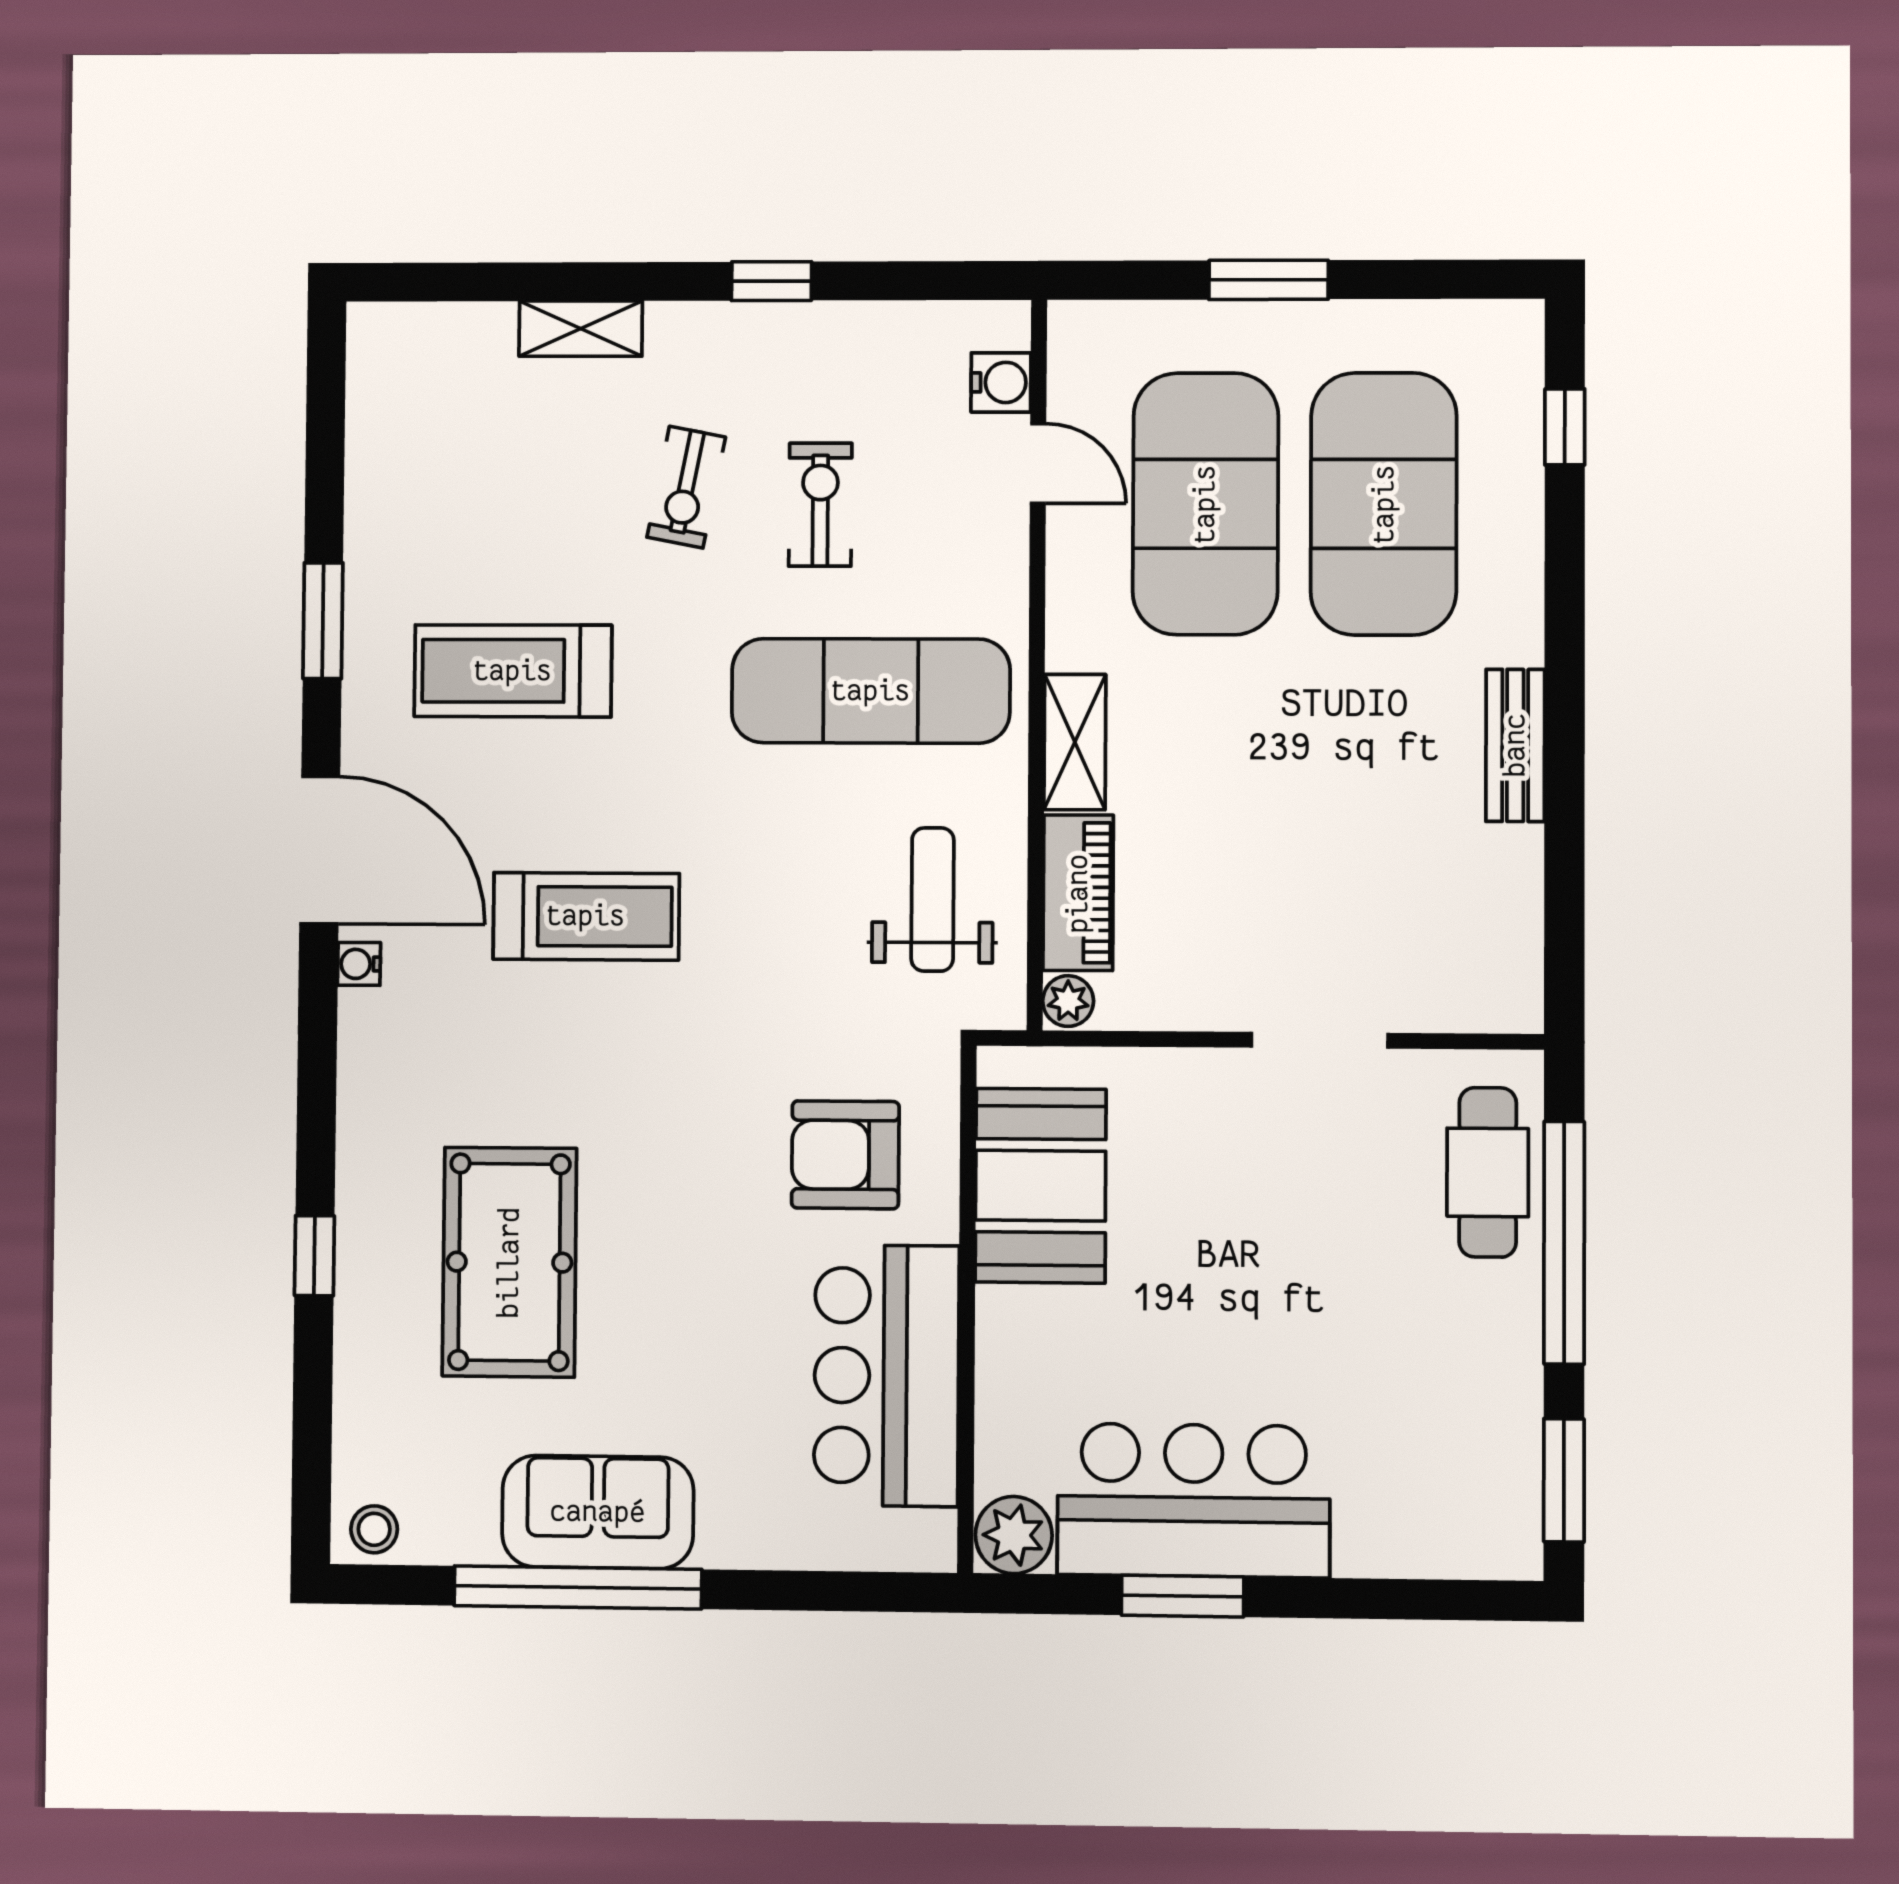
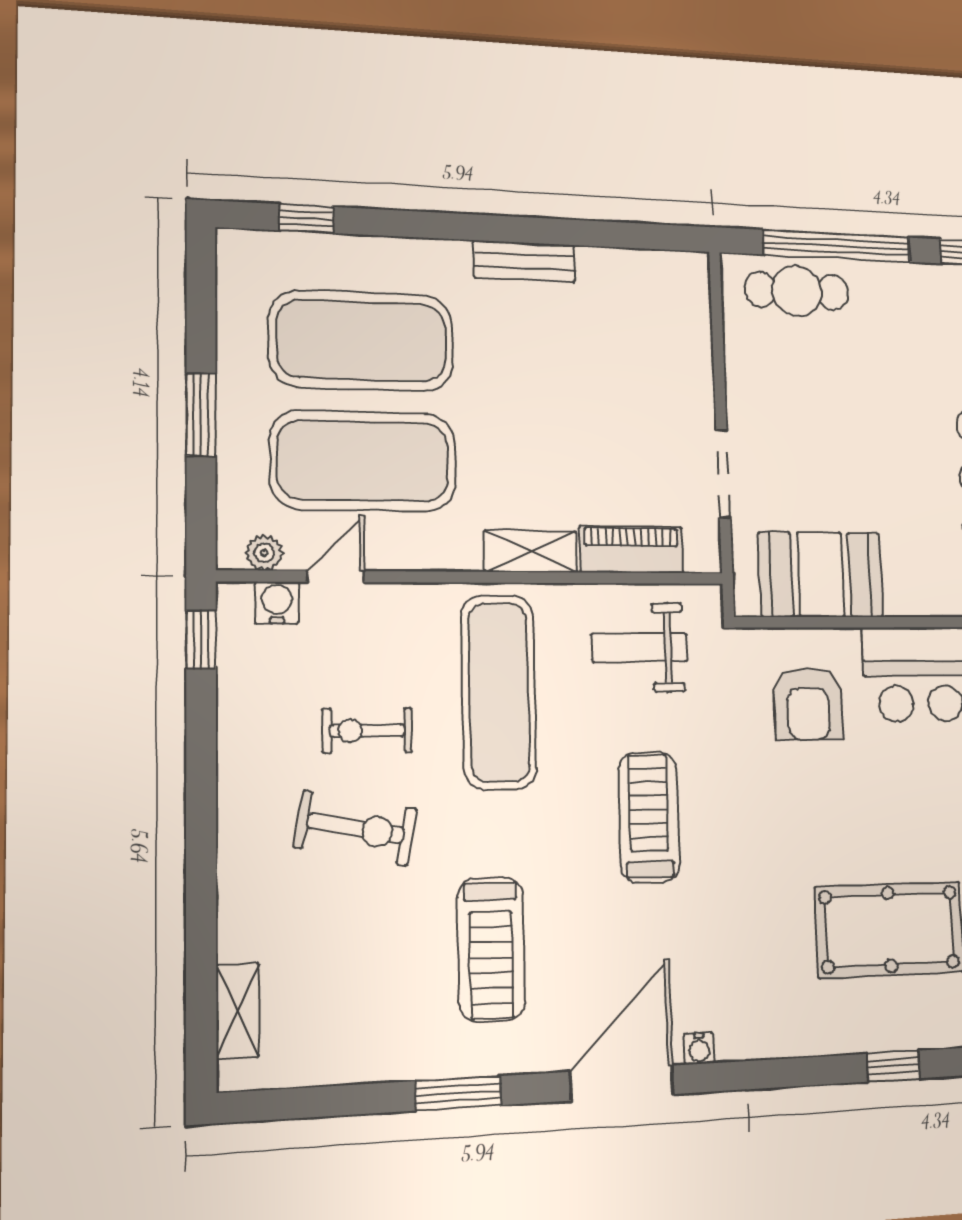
window: (772, 281) -> (201, 640), moved
shelving: (581, 329) -> (238, 1011), moved
exercise bike: (686, 487) -> (356, 828), width x1.38, depth x1.39
treadmill: (586, 916) -> (649, 817), moved
plant: (1068, 1001) -> (264, 553), moved
doorway: (1320, 1040) -> (723, 473), moved

